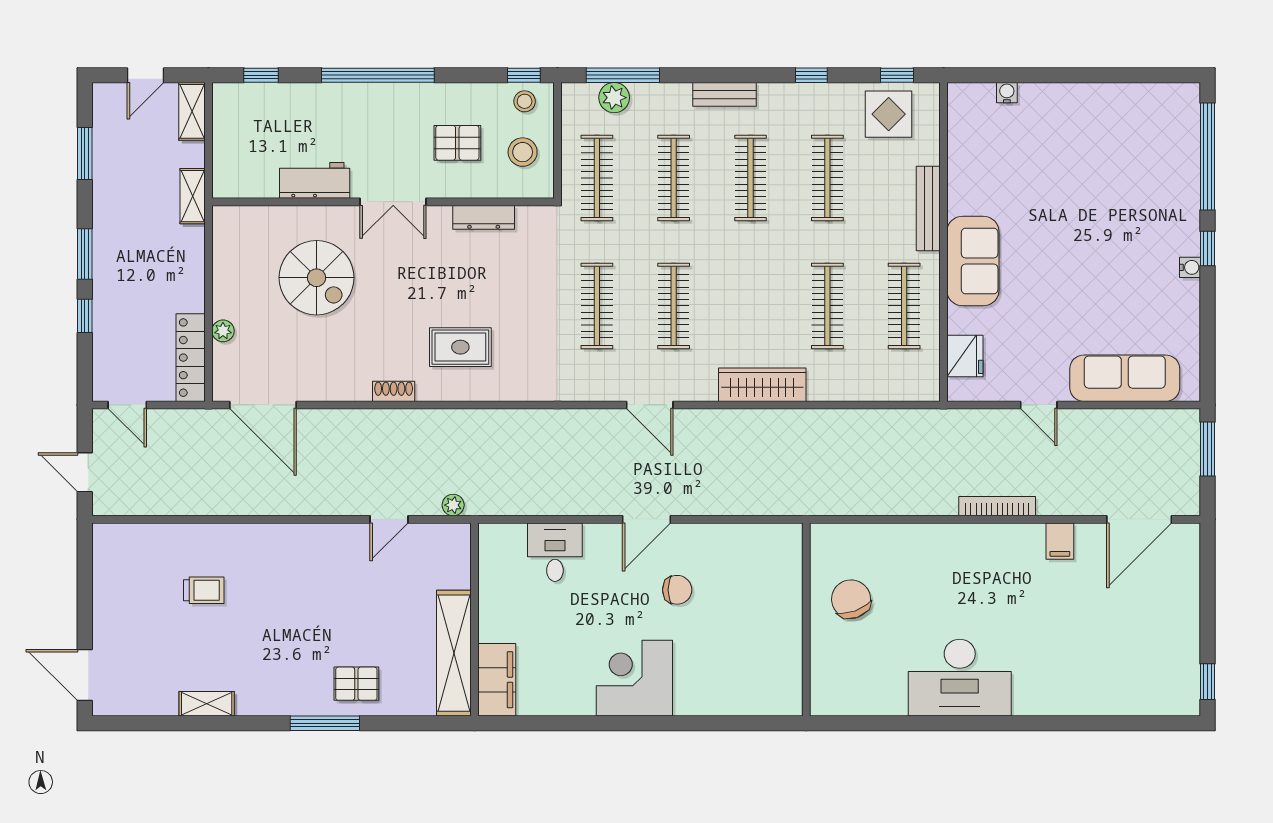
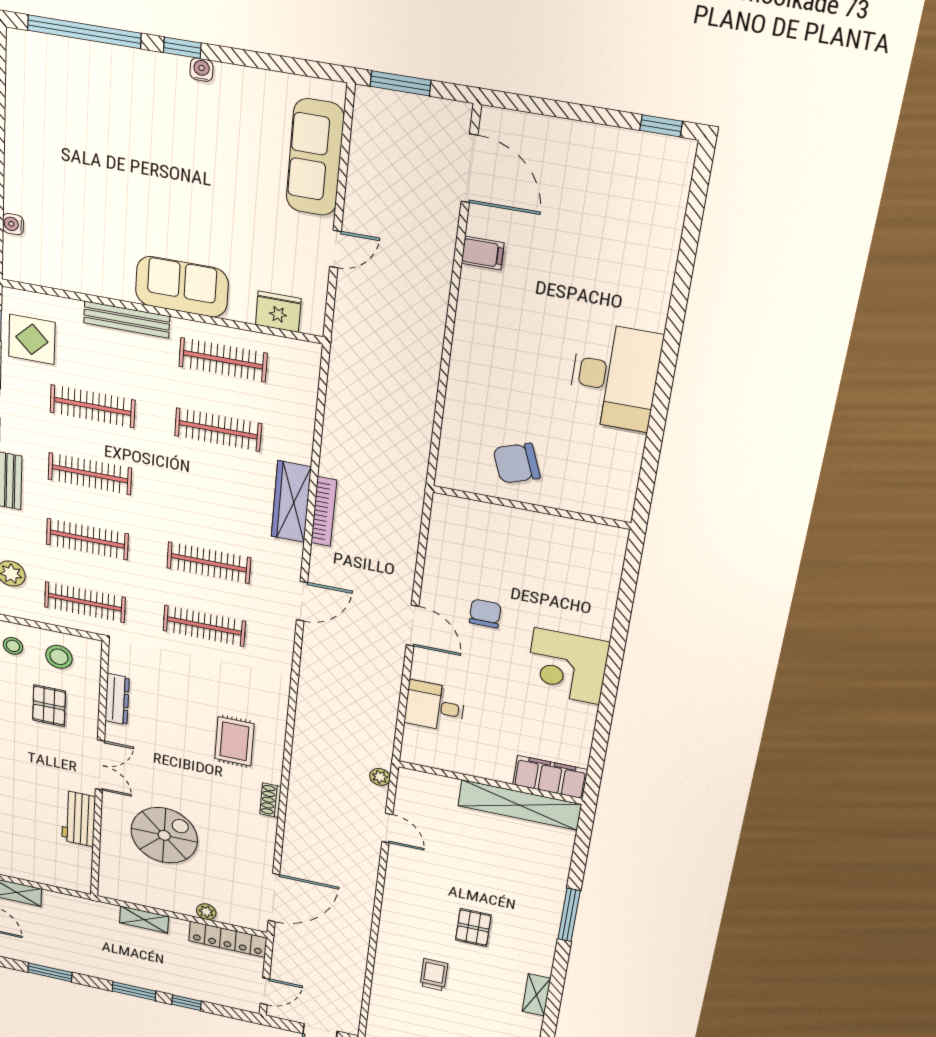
shelving: (193, 196) -> (144, 920), moved
bookcase: (997, 506) -> (324, 512), moved, turned 180
pallet: (356, 684) -> (473, 927), moved

